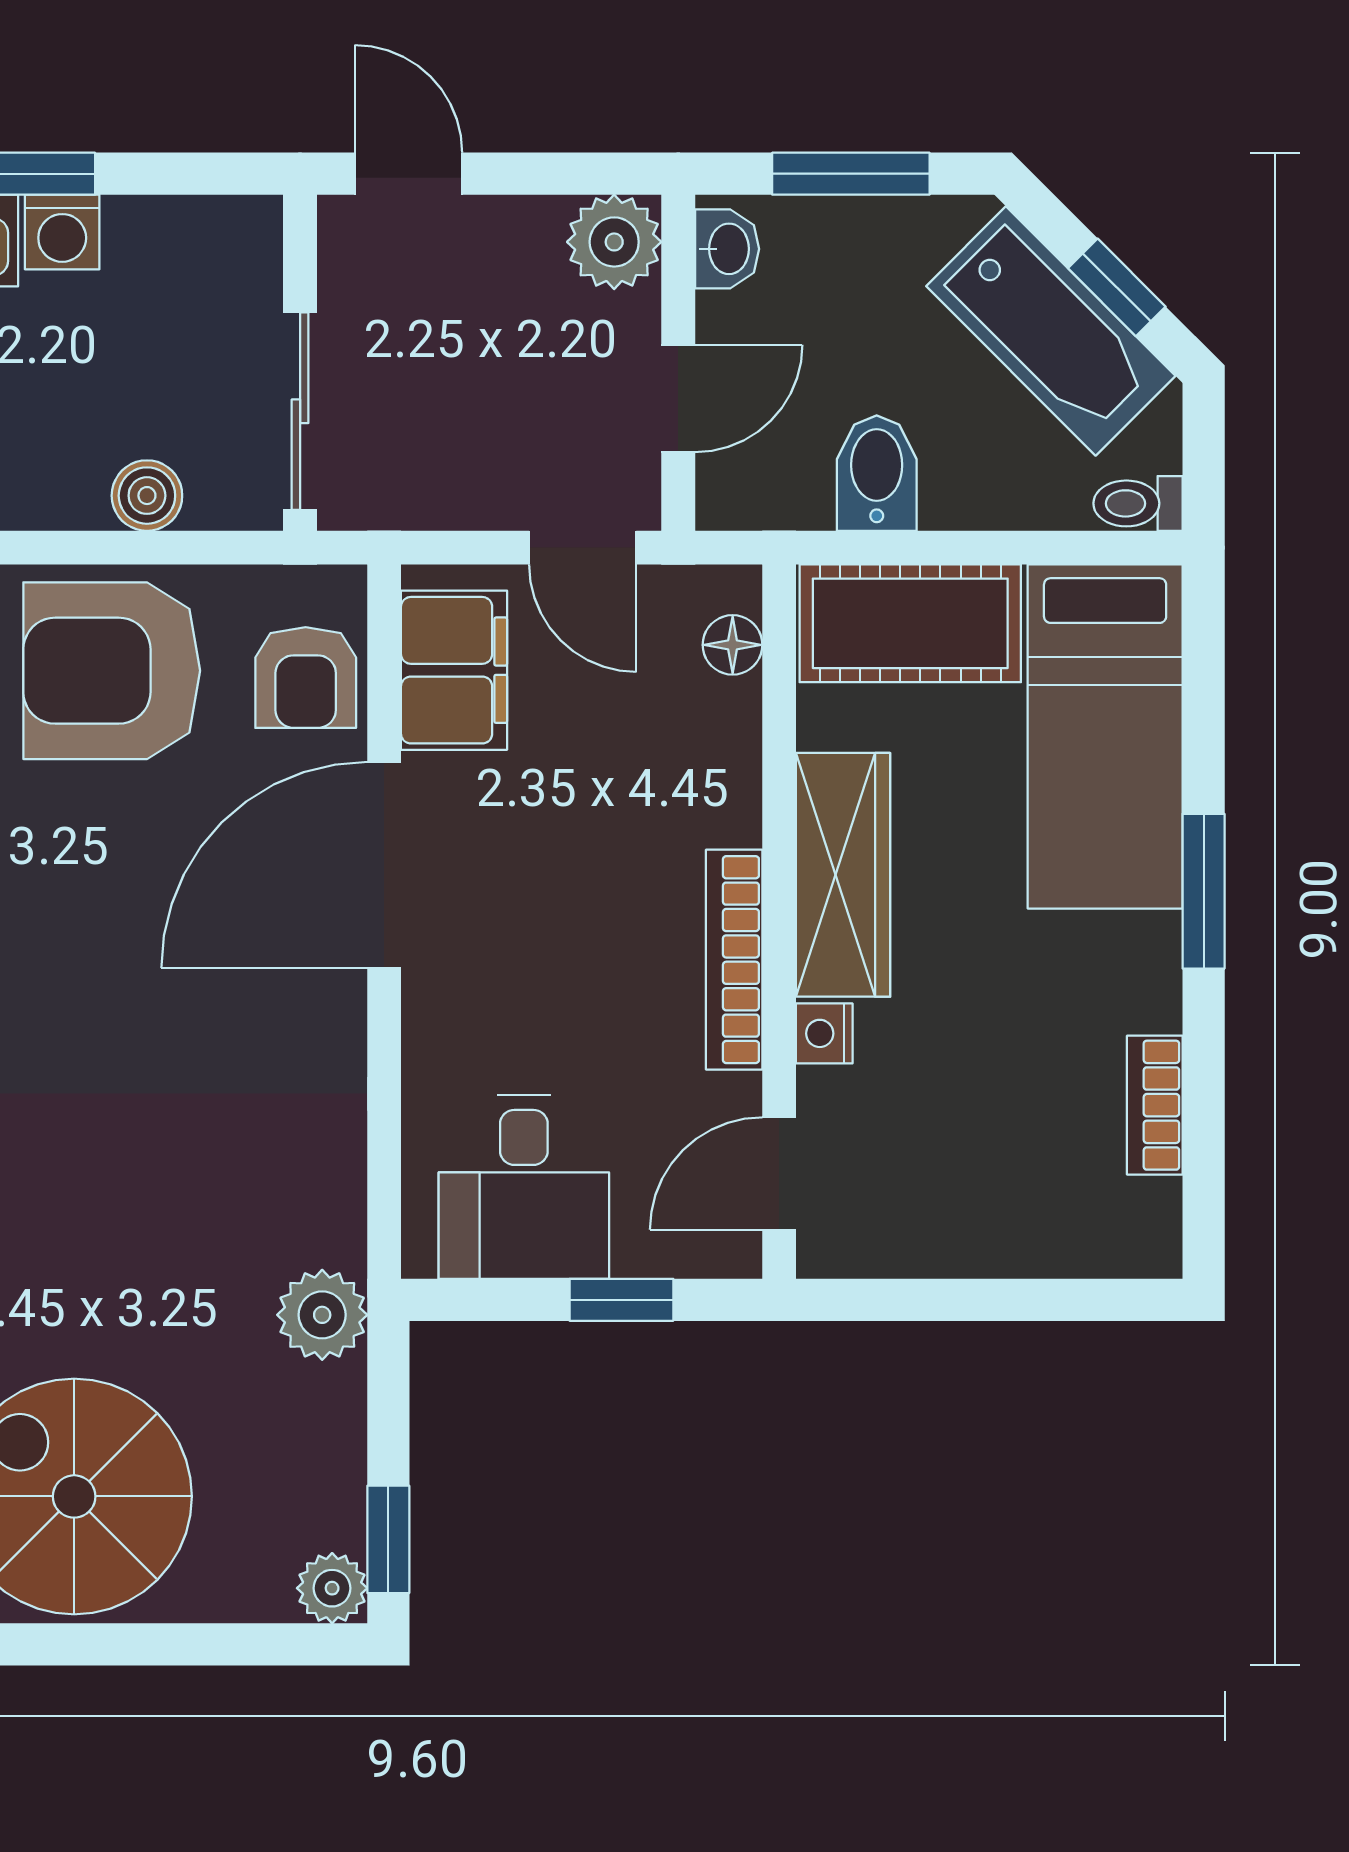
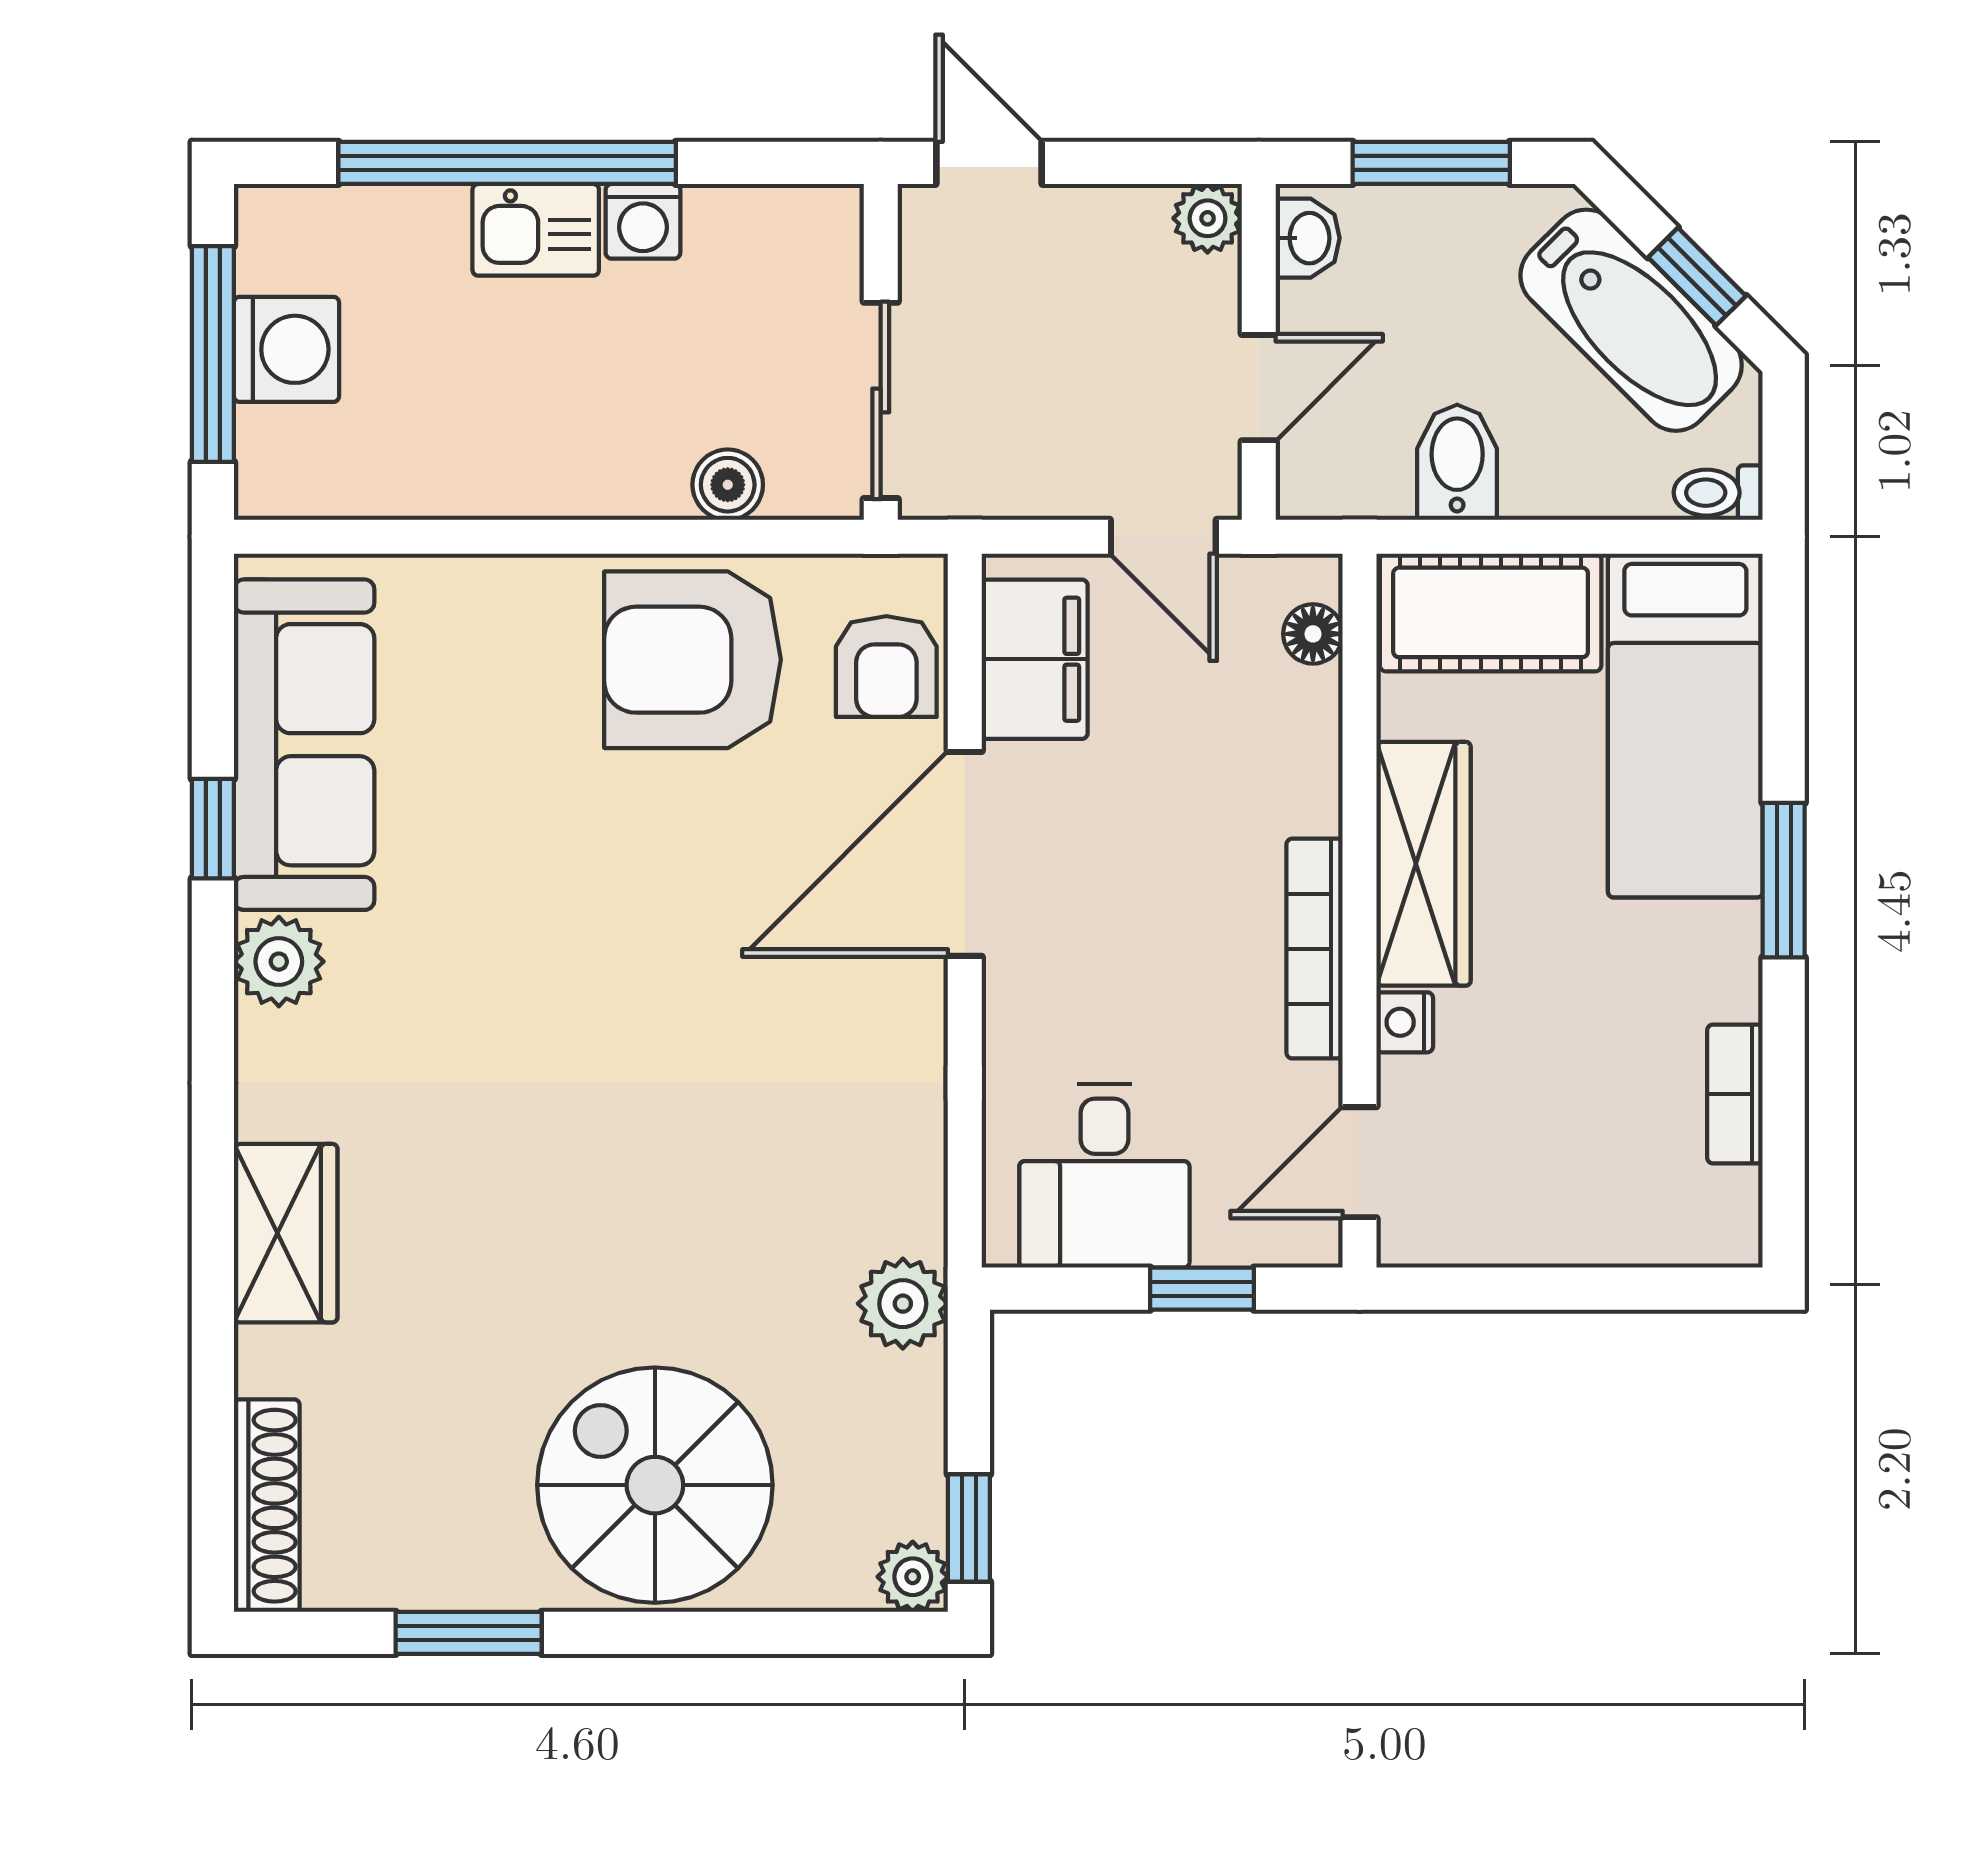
plant: (614, 242) -> (1208, 218), width x0.73, depth x0.73

